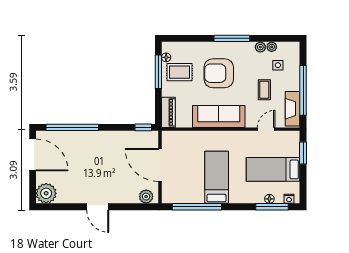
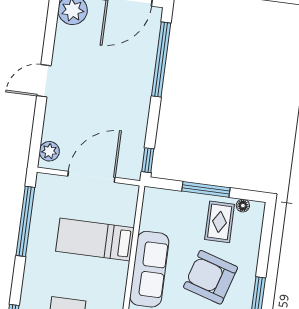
window: (158, 72) -> (206, 189), moved
armchair: (219, 73) -> (211, 277), turned -73
piano: (168, 112) -> (164, 199), removed
bed: (217, 177) -> (95, 240), moved, turned 180

